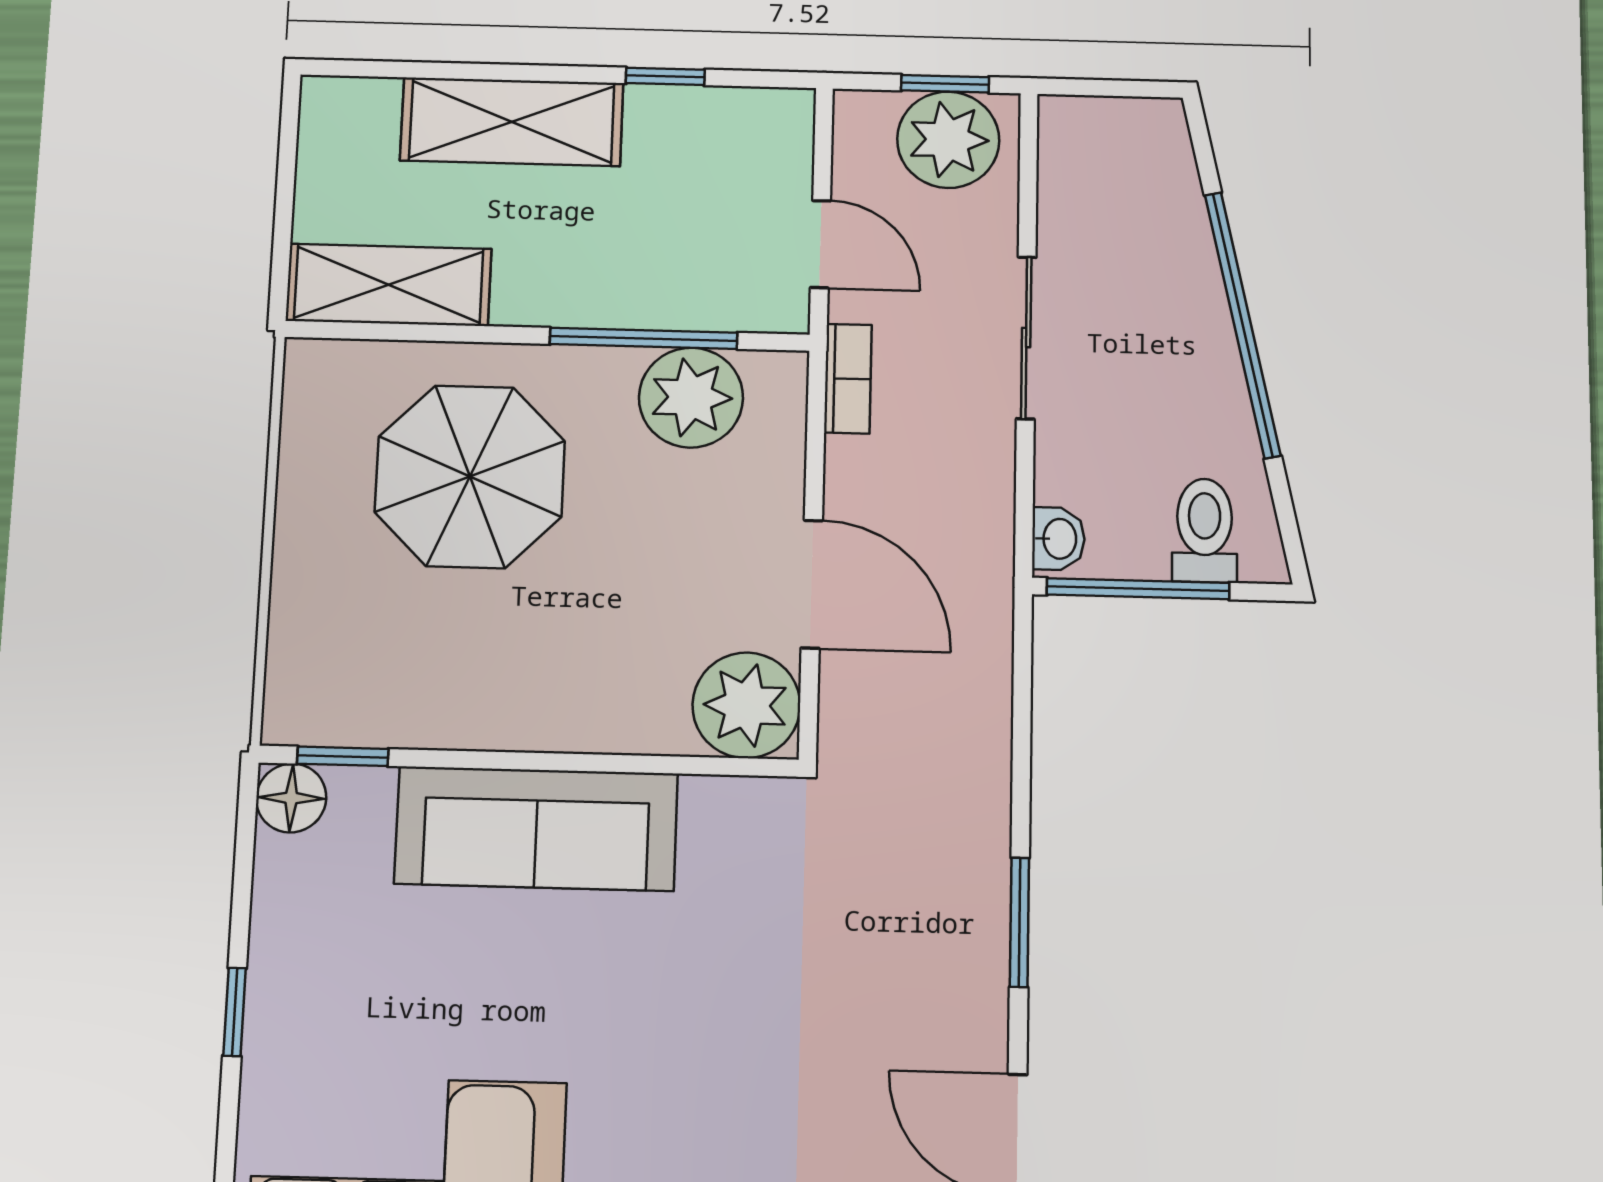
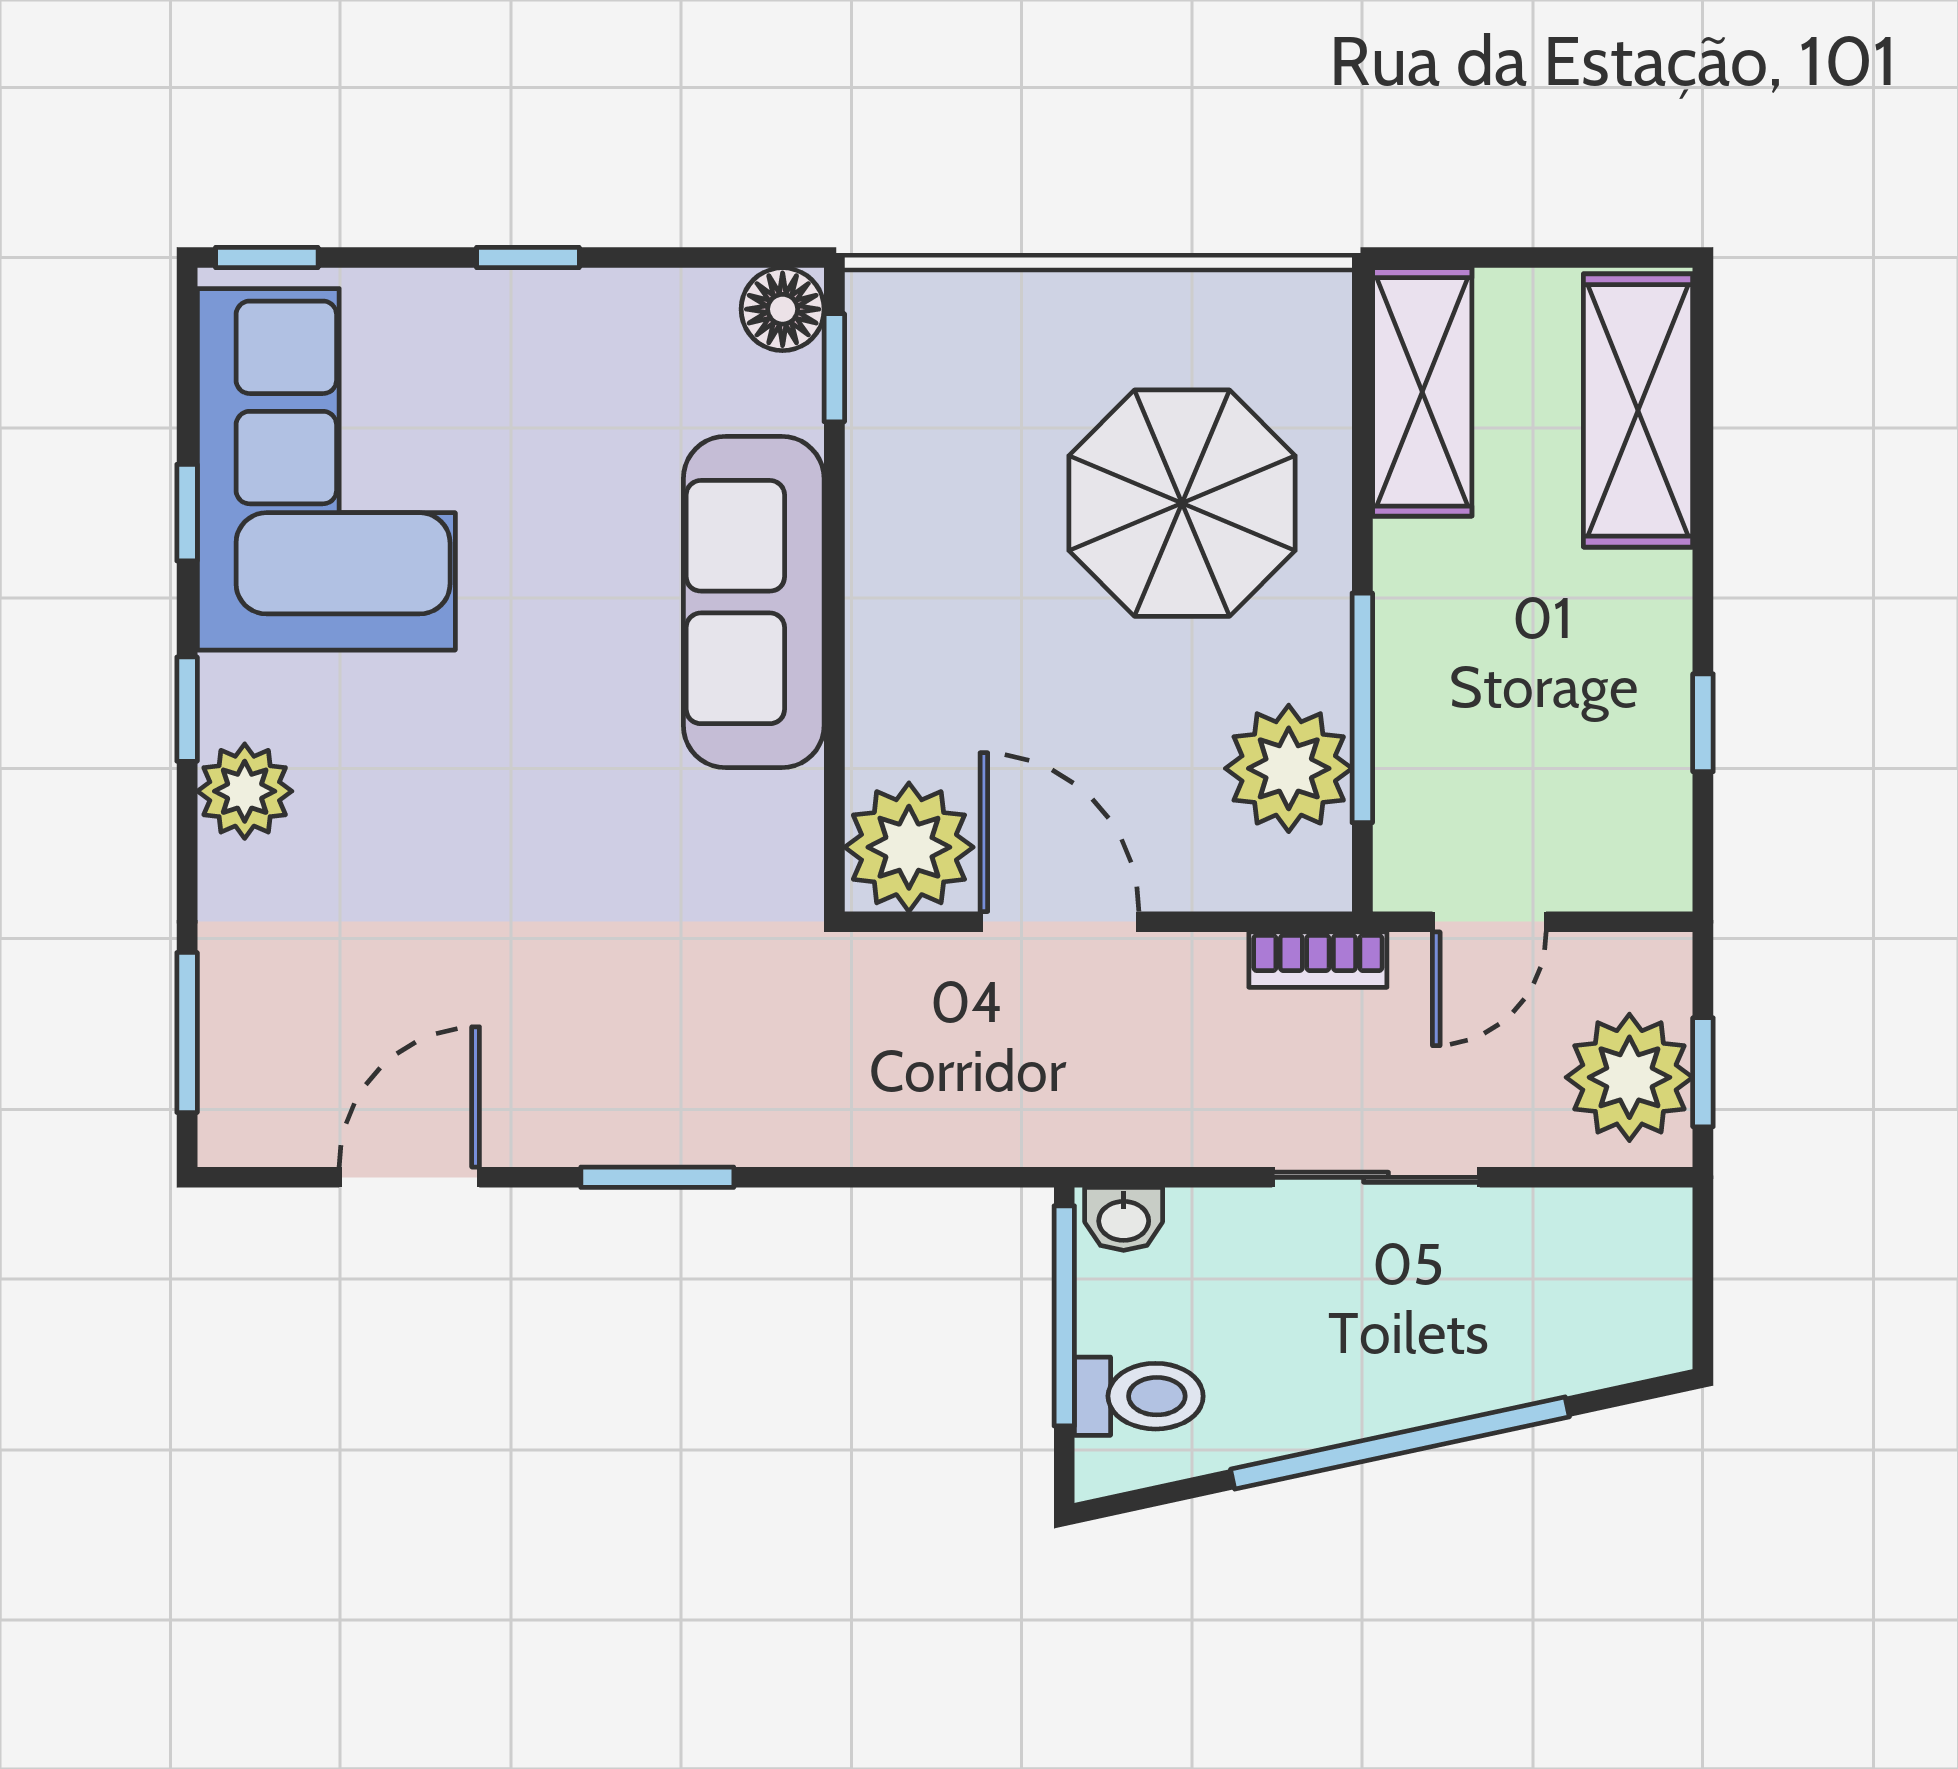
shelving: (512, 122) -> (1638, 410), moved
door: (812, 584) -> (1059, 922), swing flipped

